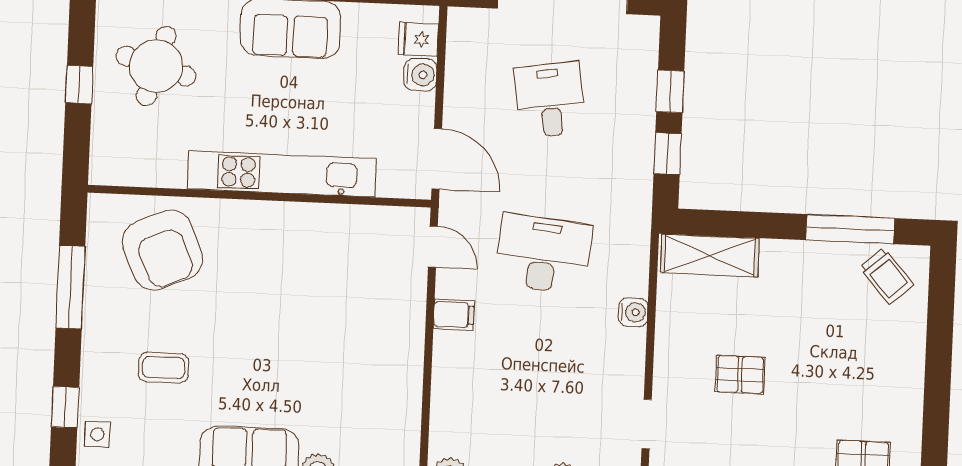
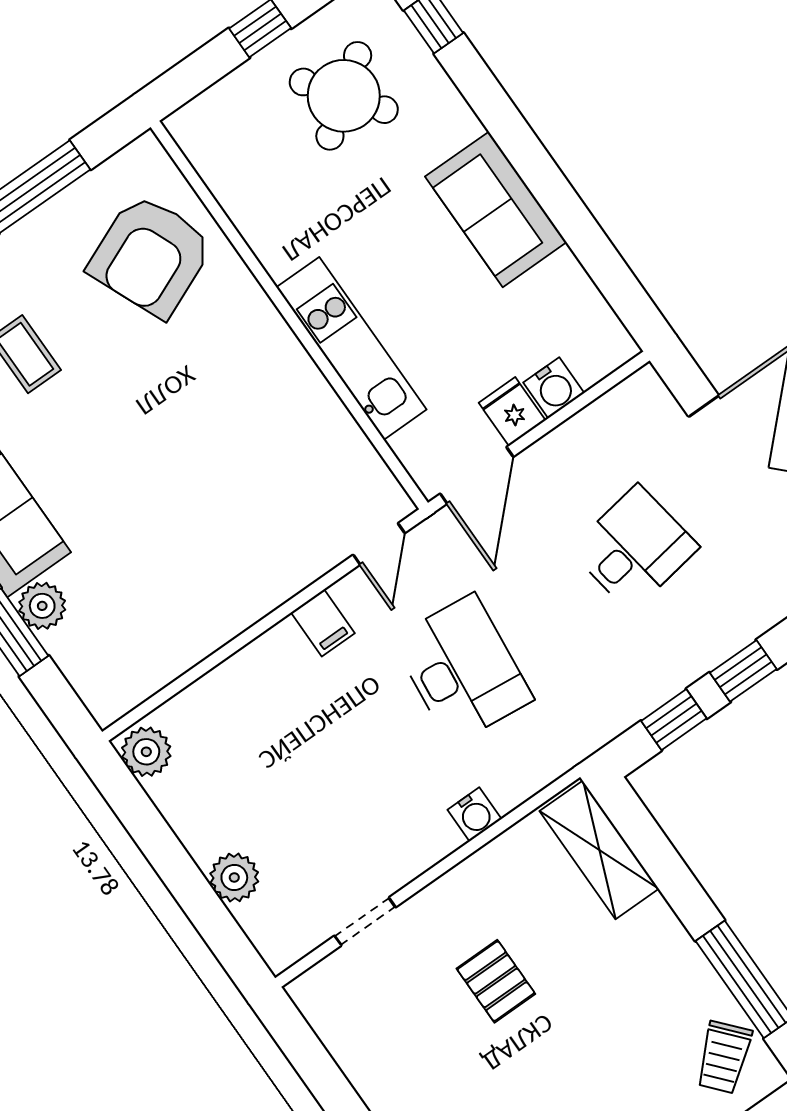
fridge: (419, 39) -> (512, 412), moved
round table: (156, 66) -> (344, 96), turned 38
kitchen unit: (282, 174) -> (351, 348), width x0.73

